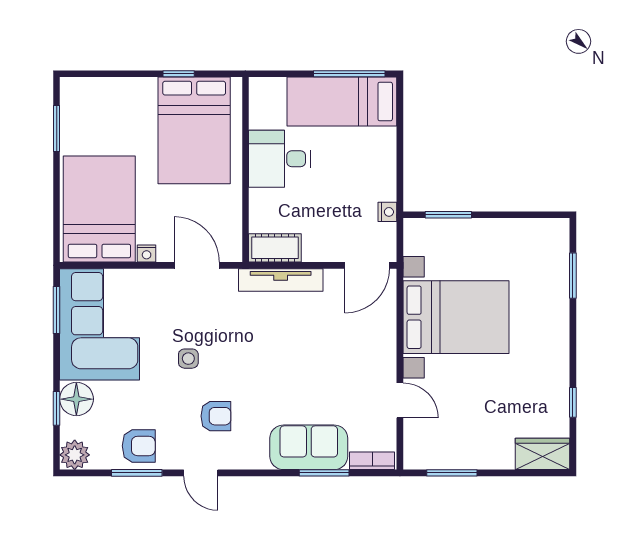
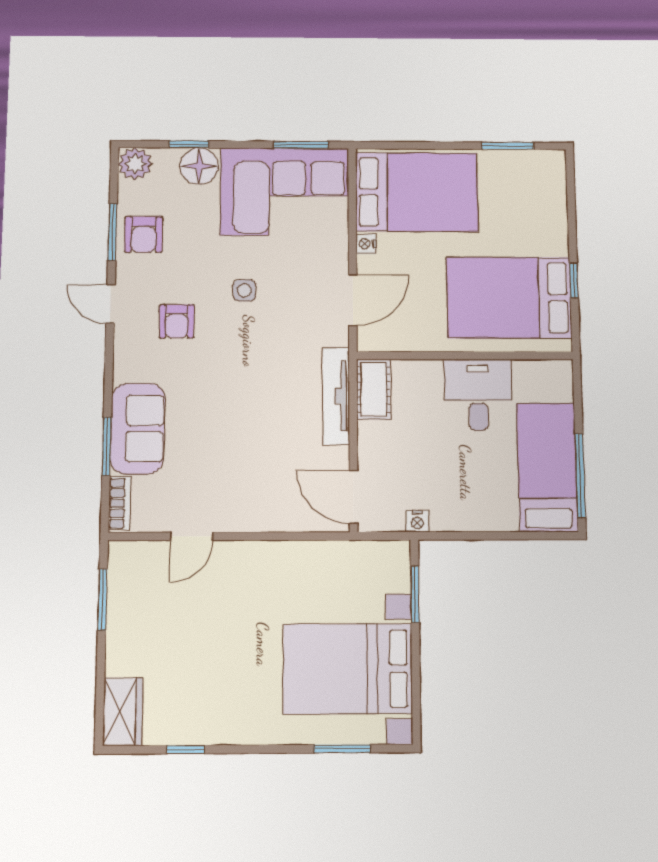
bed with nightstands: (456, 317) -> (348, 669), moved, turned 90
door: (201, 473) -> (111, 304), hinge flipped

